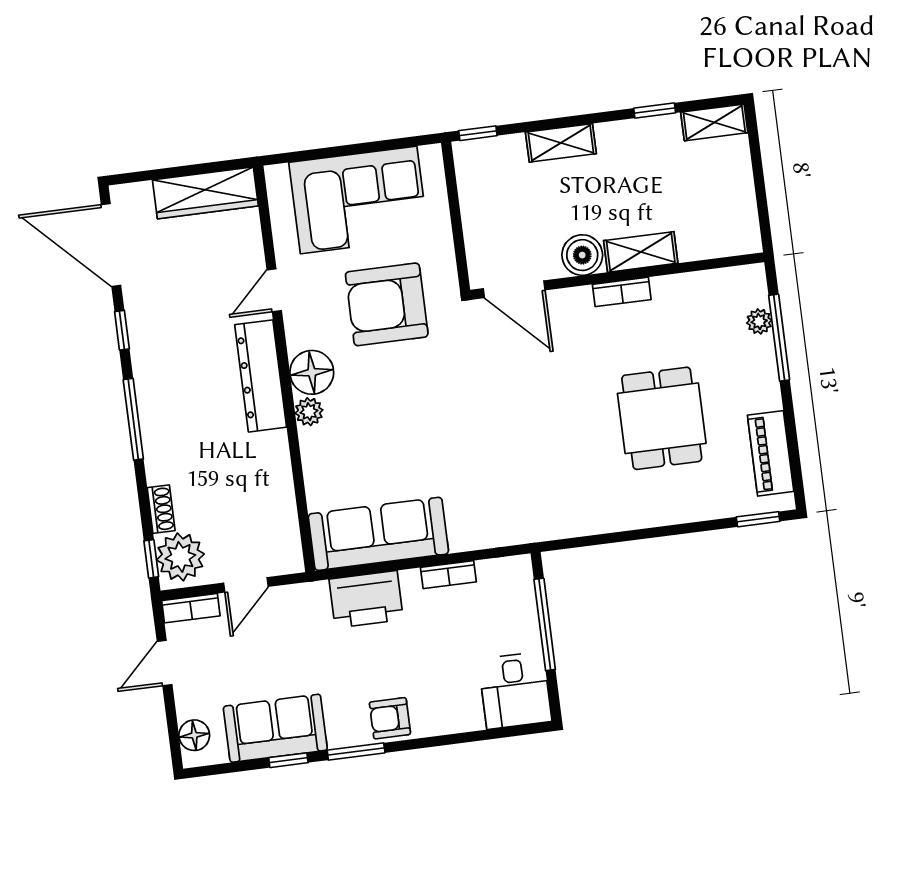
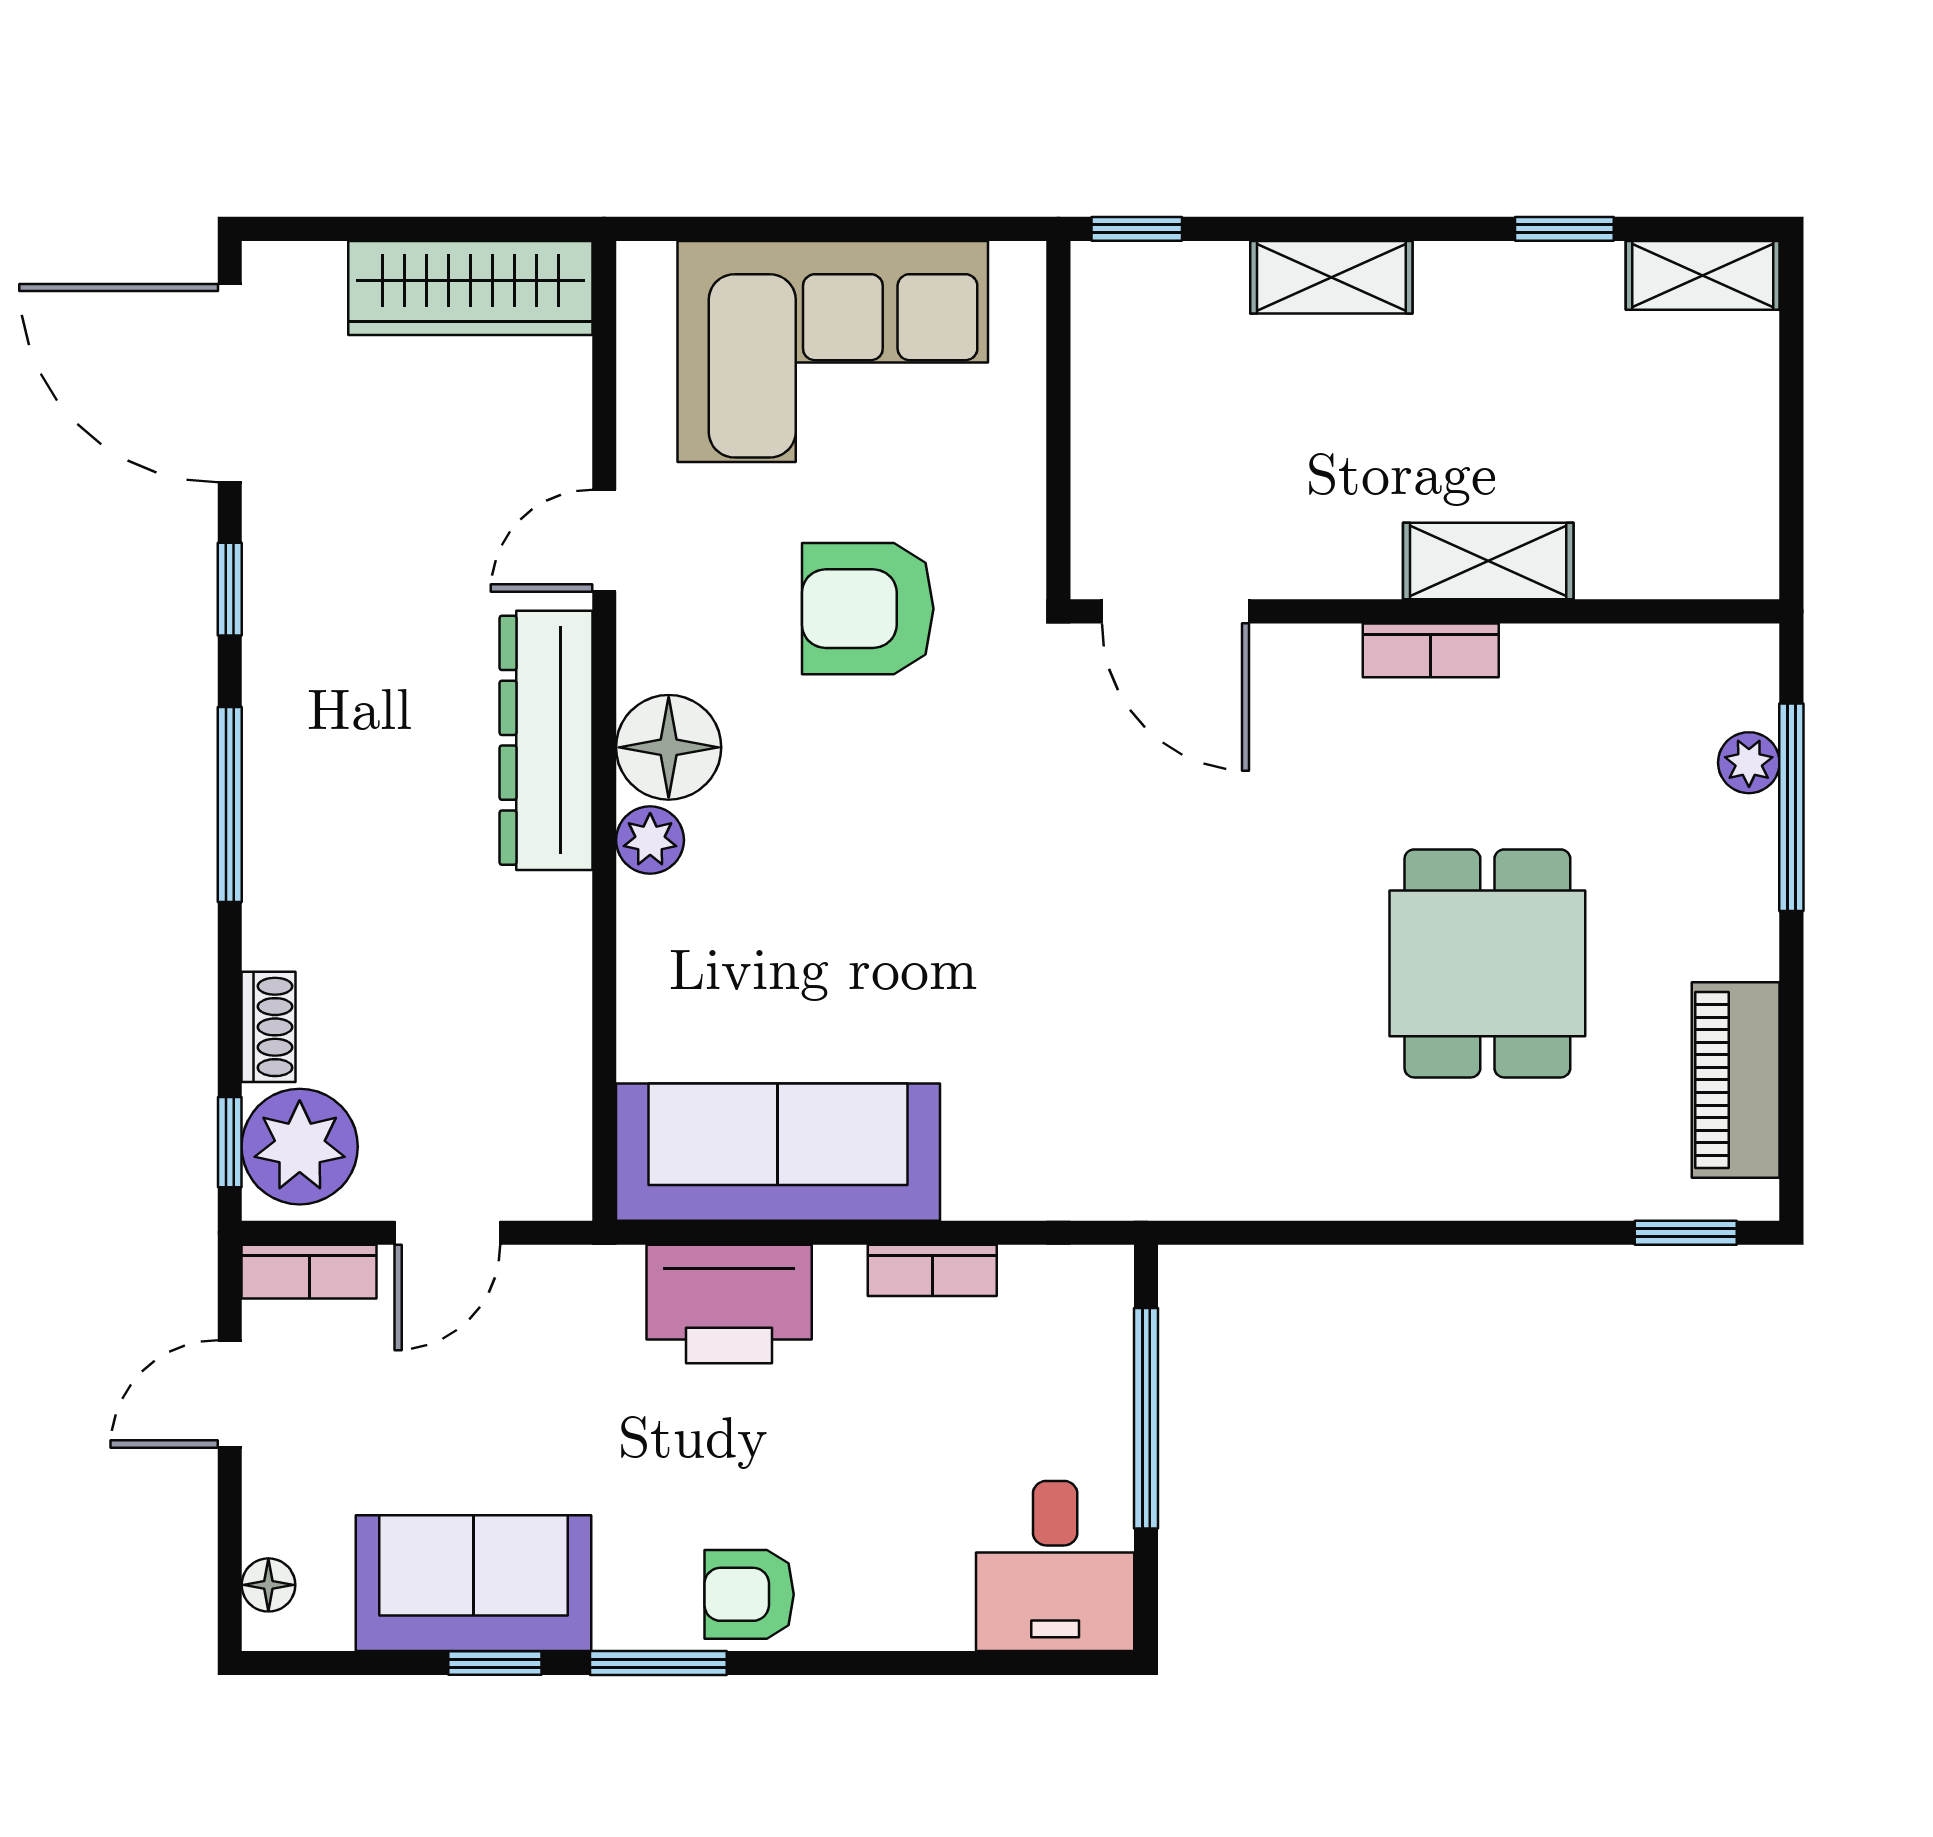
boiler: (582, 255) -> (1348, 551), removed
armchair: (387, 304) -> (868, 609), width x0.73, depth x0.73
floor lamp: (194, 735) -> (268, 1585), width x0.73, depth x0.73

